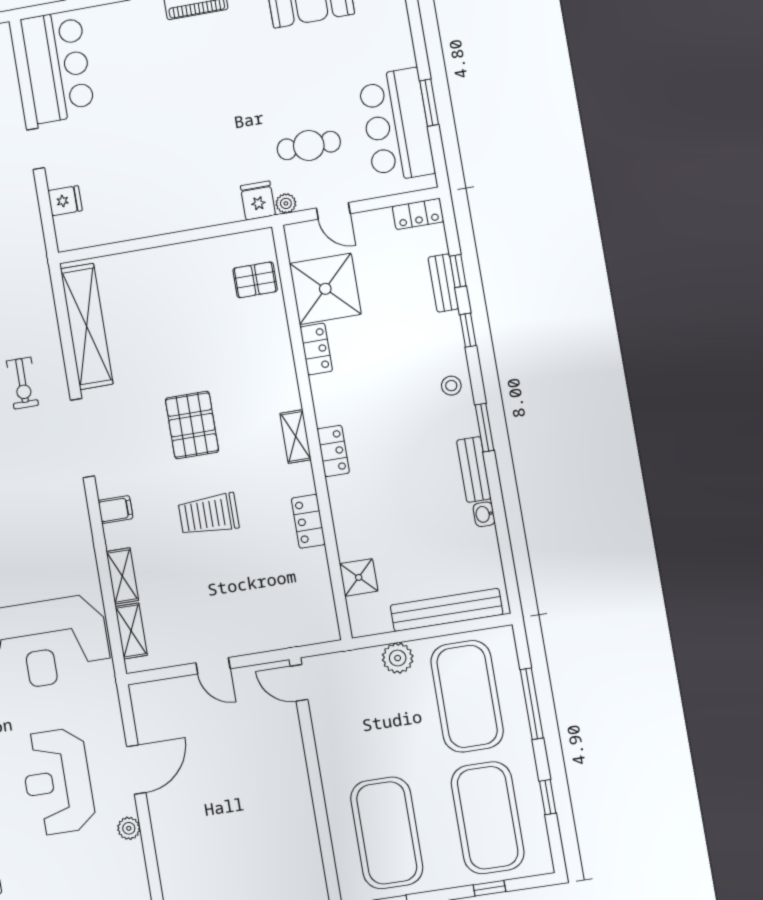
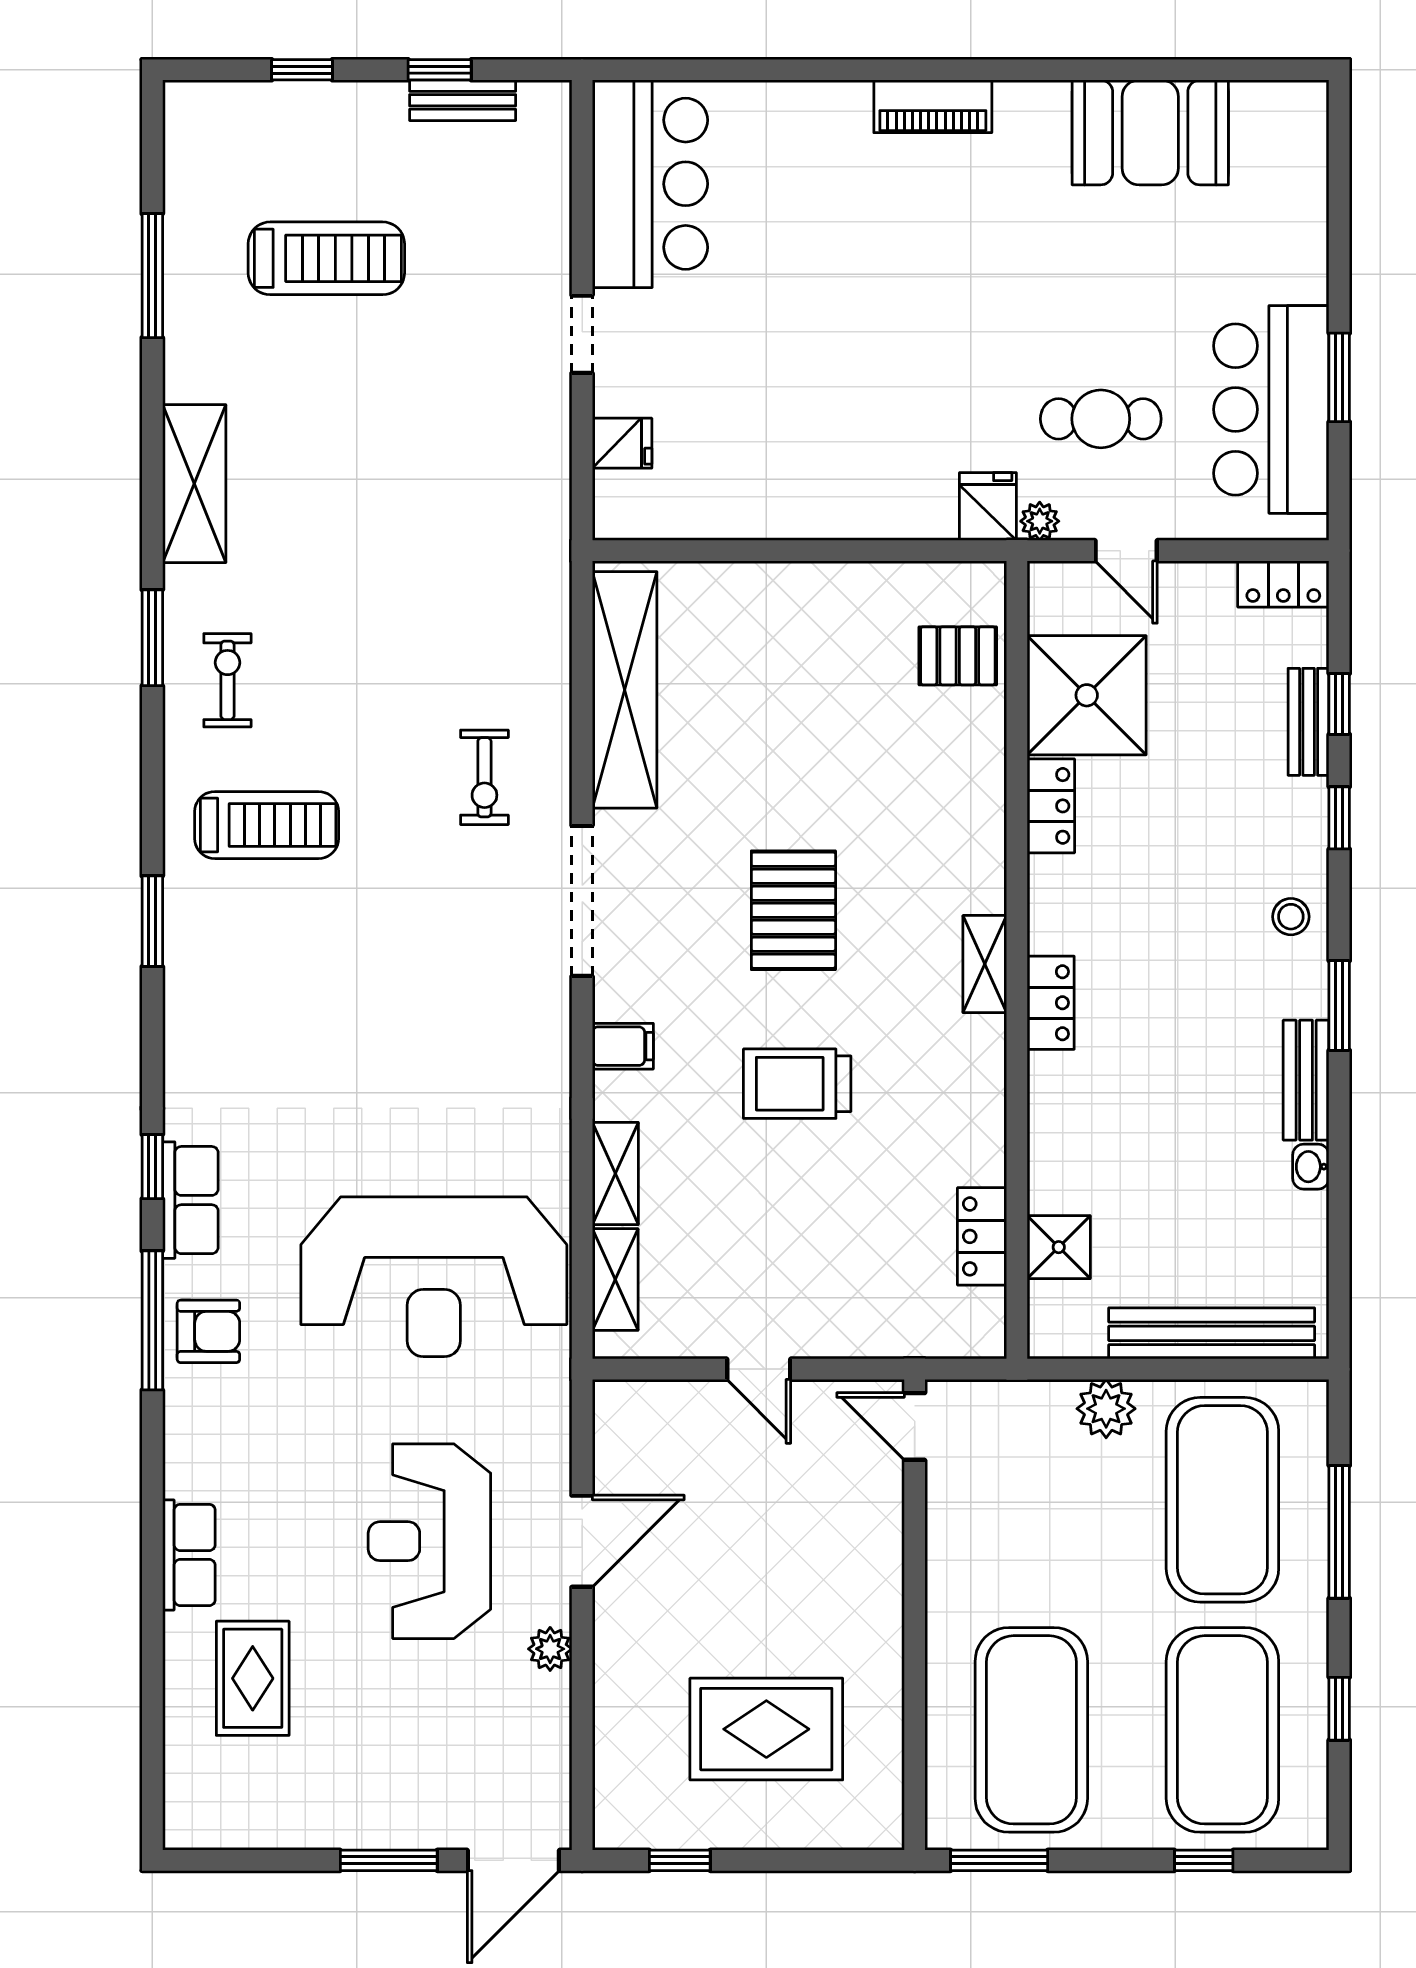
locker: (308, 521) -> (982, 1236), moved
rug: (248, 853) -> (766, 1729), added

